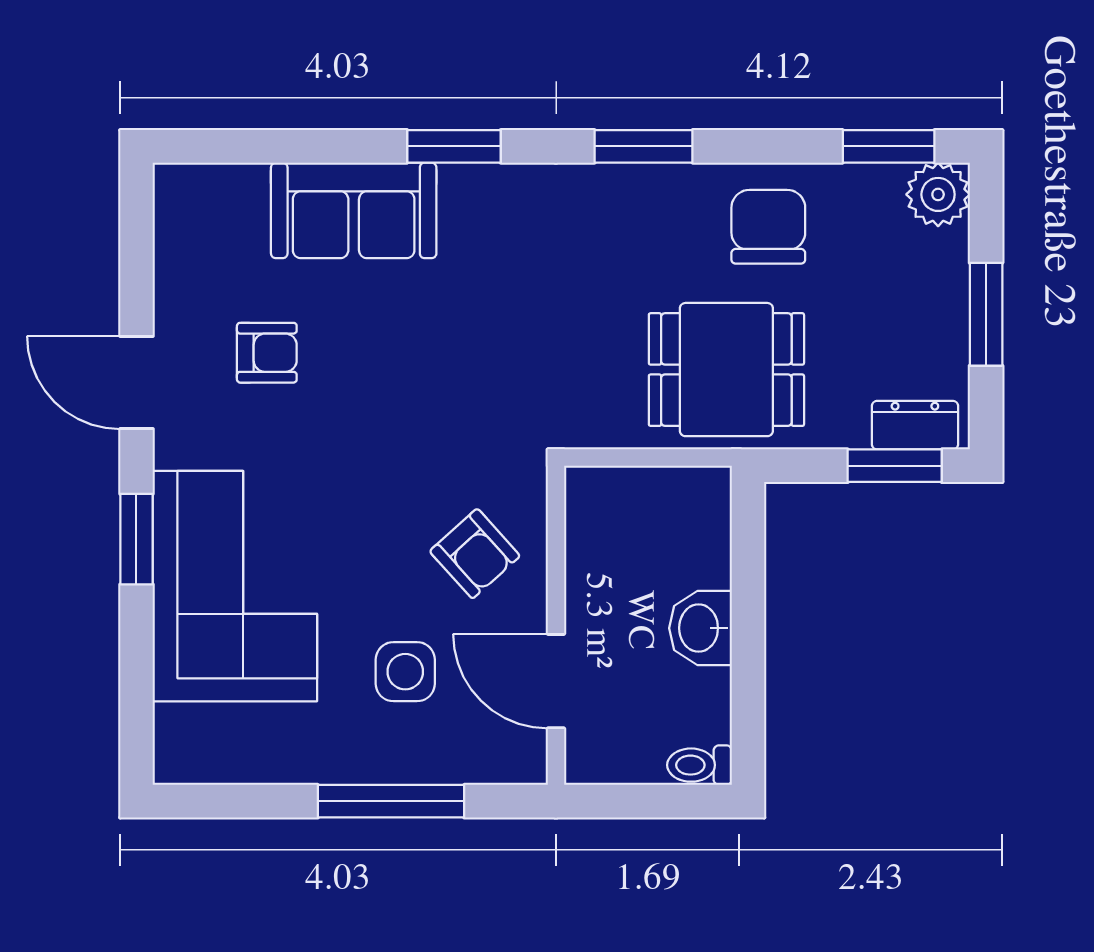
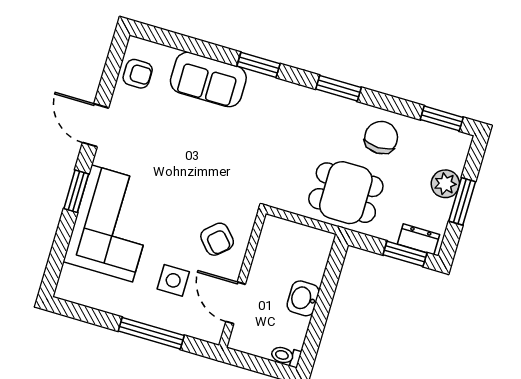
plant: (938, 194) -> (445, 184), moved
armchair: (267, 353) -> (138, 74), moved

